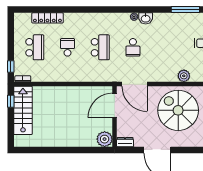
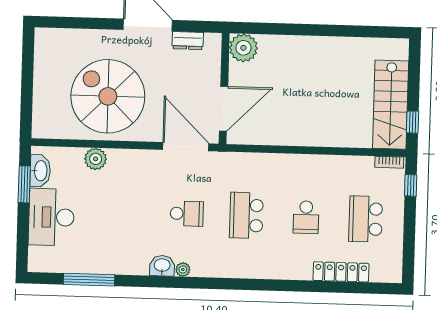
school desk: (133, 47) -> (187, 214), turned 90
spiral stairs: (178, 110) -> (108, 96), turned 180
dresser: (125, 142) -> (188, 41), moved

